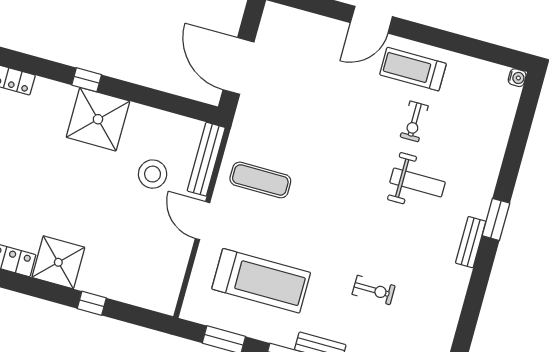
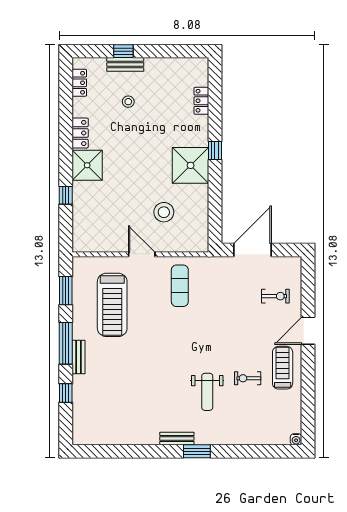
door: (371, 20) -> (308, 331), hinge flipped
bench: (206, 159) -> (184, 246), removed
door: (203, 221) -> (142, 254), hinge flipped
exercise bike: (374, 290) -> (275, 296), moved, turned -90

